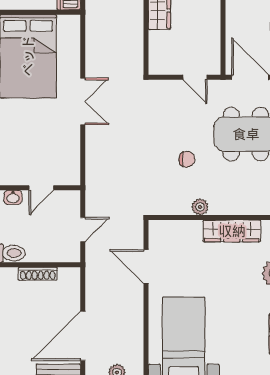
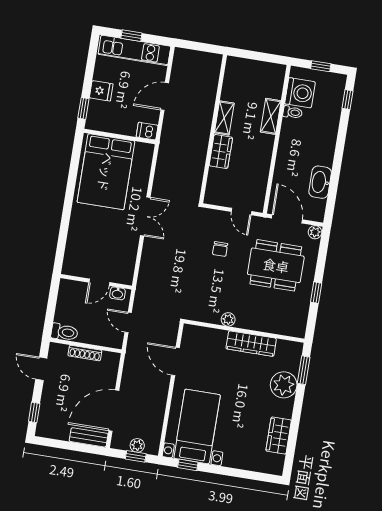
chair: (187, 159) -> (220, 249), moved, turned 90
washbasin: (13, 197) -> (117, 293), moved
door: (83, 229) -> (128, 322), swing flipped

